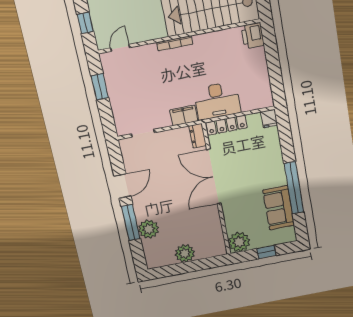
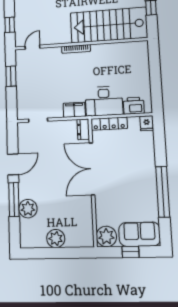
printer: (253, 36) -> (134, 106), moved, turned 90
sofa: (279, 208) -> (139, 234), moved, turned 90

